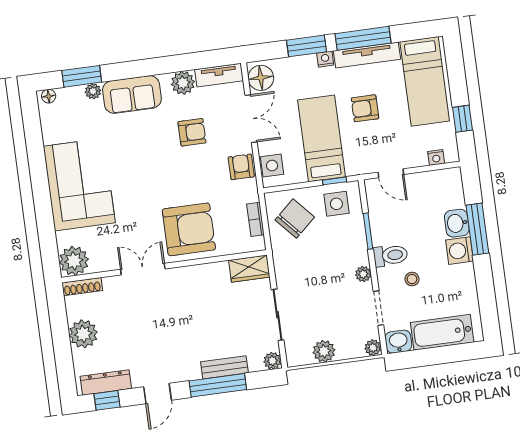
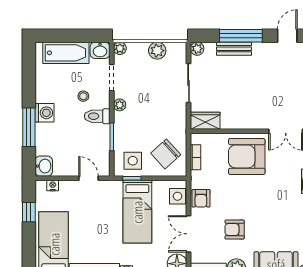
armchair: (365, 108) -> (101, 230), removed
washbasin: (457, 223) -> (44, 166), moved

